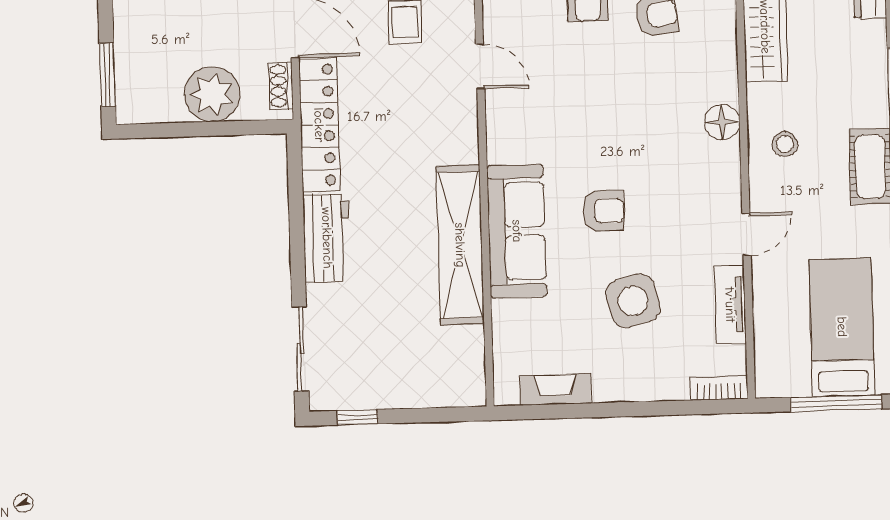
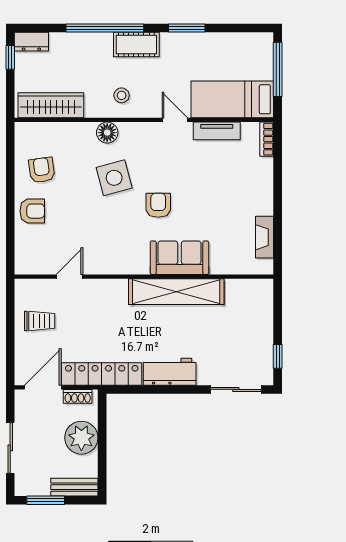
window: (107, 75) -> (46, 500), moved
bench: (130, 85) -> (74, 487), added
sofa: (517, 231) -> (179, 258), width x0.73
side table: (633, 301) -> (114, 178), moved
bed: (842, 327) -> (232, 99), moved

